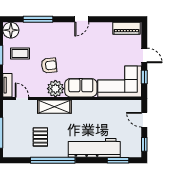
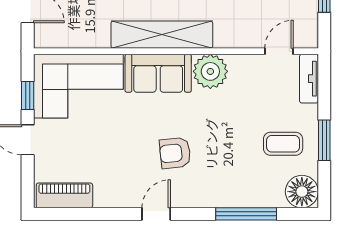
armchair: (49, 65) -> (175, 153), moved
door: (22, 98) -> (279, 51), swing flipped
shelving: (54, 107) -> (162, 35), moved, width x1.47

